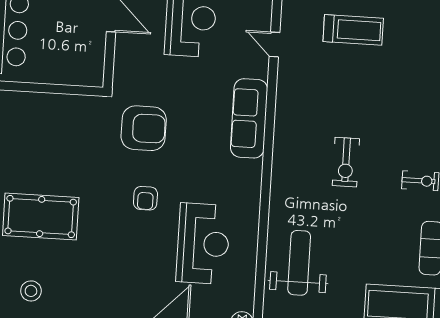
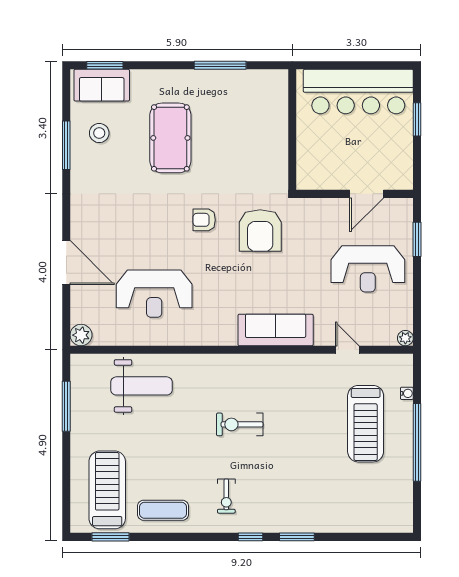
treadmill: (353, 30) -> (366, 424), width x1.37, depth x1.38
door: (274, 44) -> (347, 350), hinge flipped
armchair: (145, 198) -> (204, 220), moved

